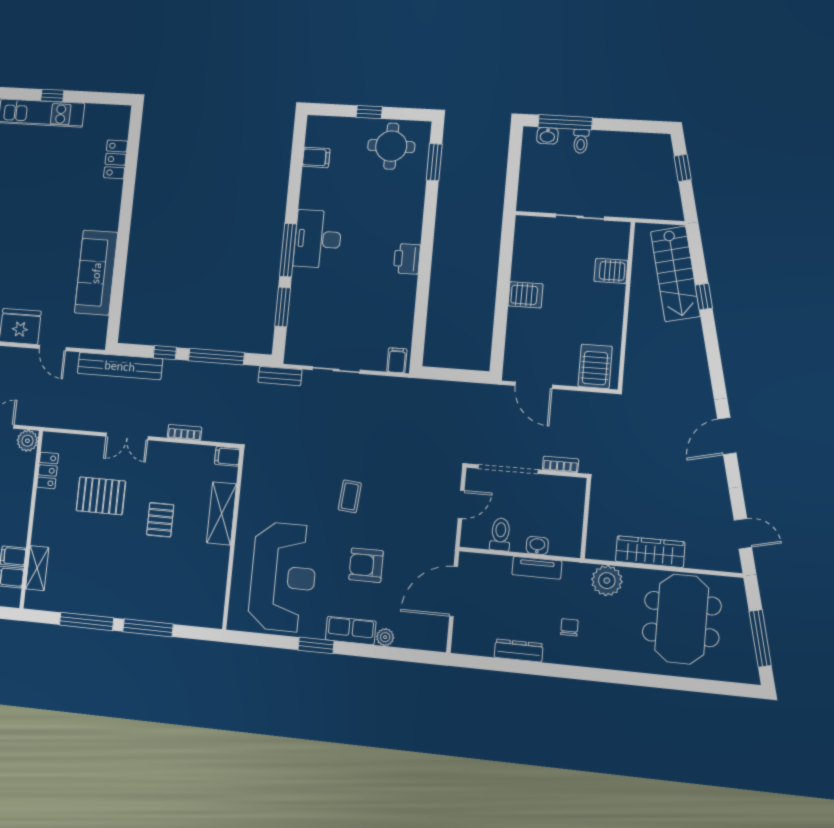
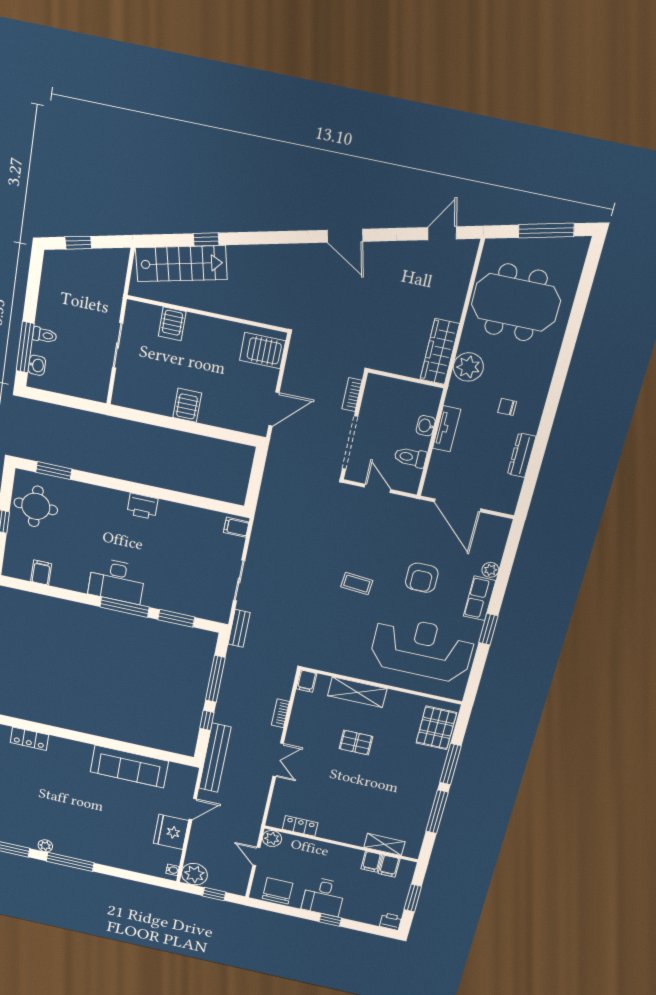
pallet: (101, 496) -> (436, 728), moved
wardrobe: (650, 552) -> (440, 352), moved

